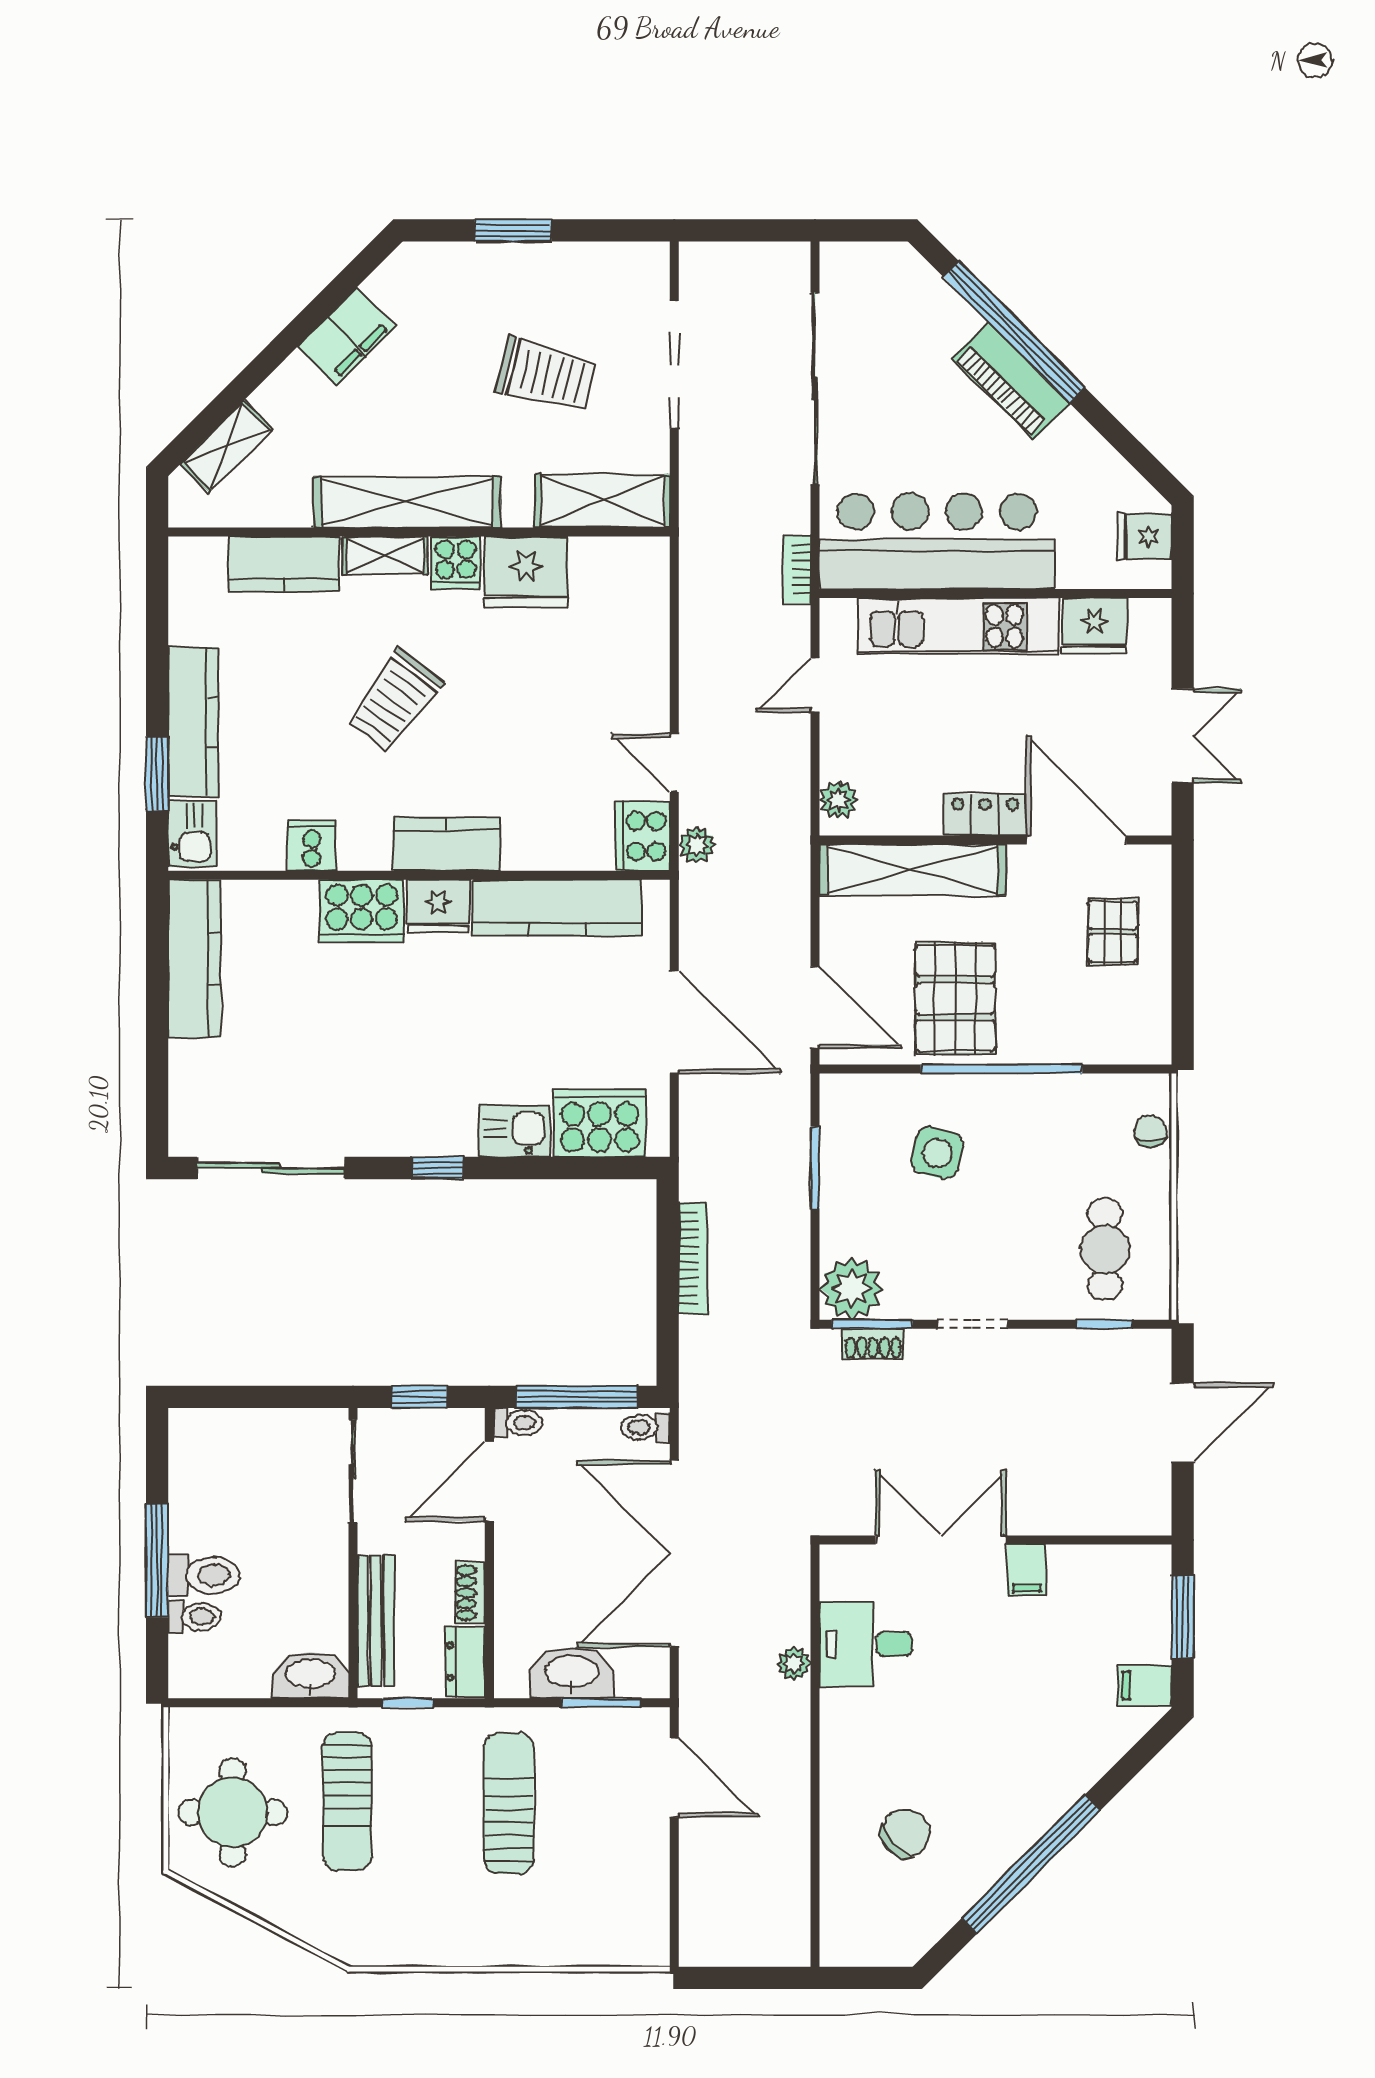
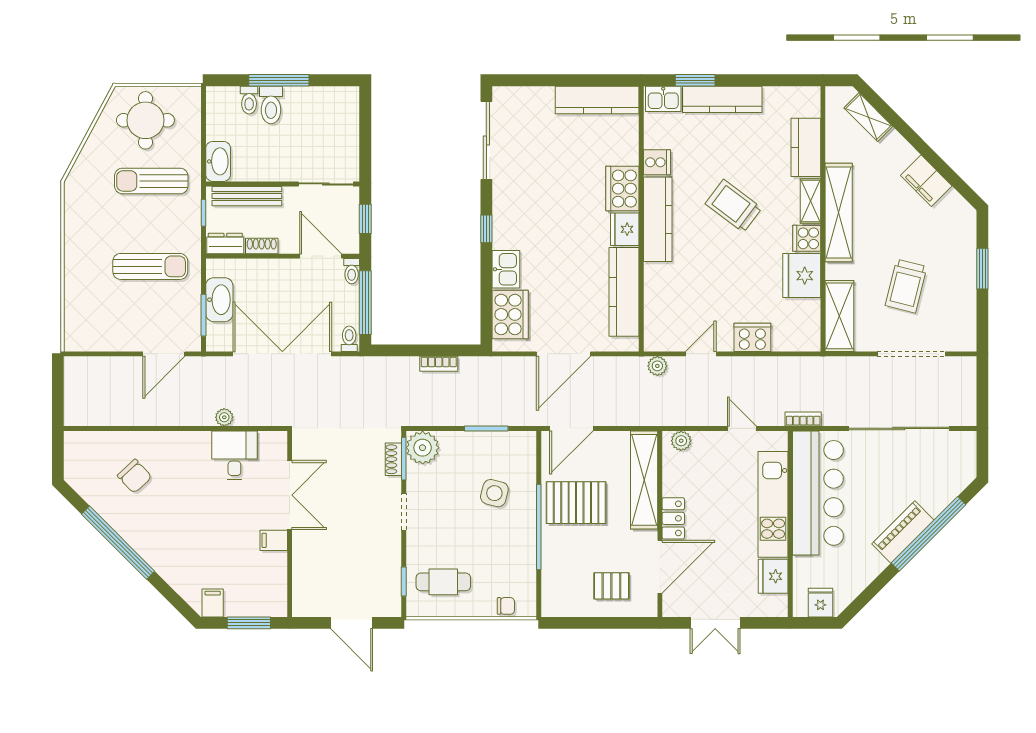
cooker: (643, 836) -> (752, 337), moved
kitchen counter: (446, 844) -> (658, 219), width x1.50
bookcase: (693, 1258) -> (439, 364), width x0.64

